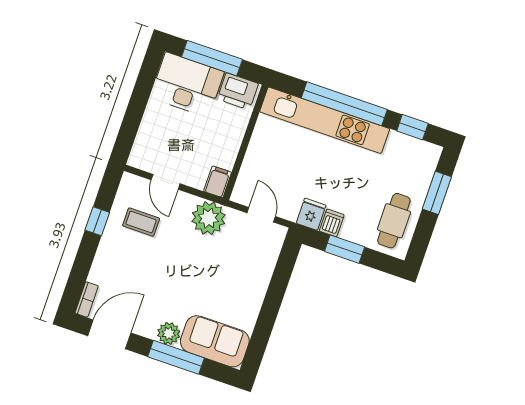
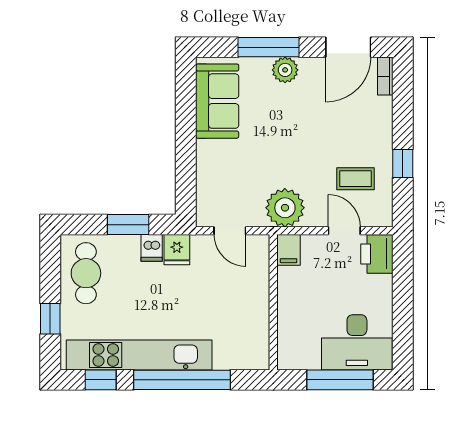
printer: (238, 91) -> (377, 254), moved, turned -90
kitchen unit: (325, 120) -> (139, 355), moved
window: (437, 193) -> (50, 319), width x0.67
sofa: (215, 341) -> (217, 101), moved, turned -90

